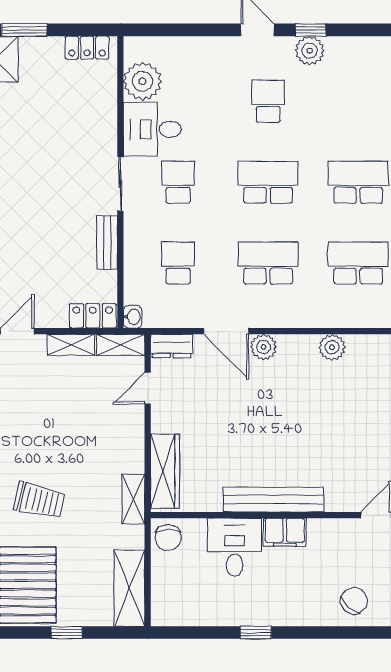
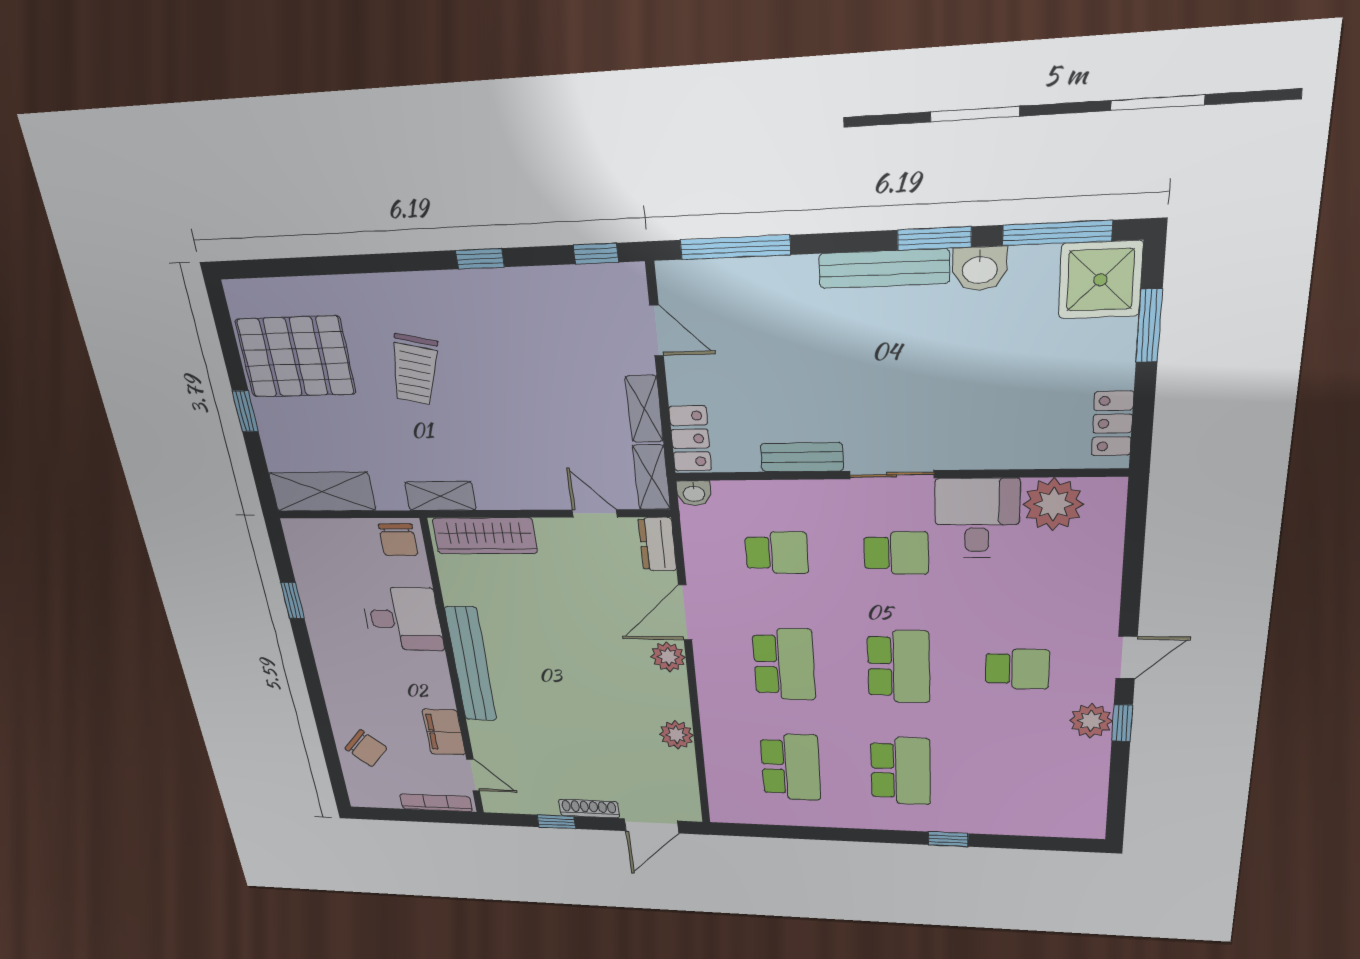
filing cabinet: (285, 532) -> (444, 732), moved
chair: (168, 538) -> (398, 540), turned -90
window: (256, 633) -> (292, 600), moved

